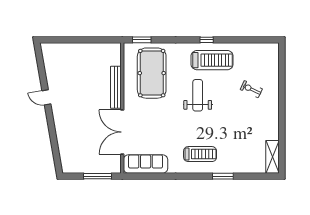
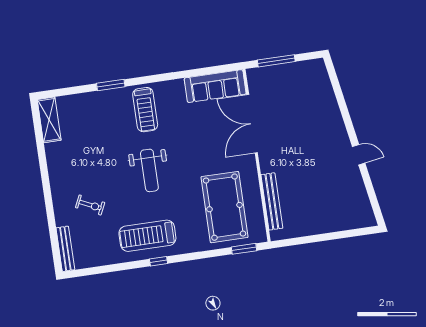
bench: (274, 59) -> (65, 249), added
bench: (116, 87) -> (272, 201), moved
weight bench: (198, 95) -> (149, 170), moved
double door: (122, 132) -> (252, 124), swing flipped
treadmill: (200, 154) -> (145, 110), turned -90

